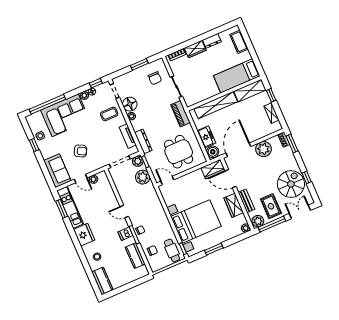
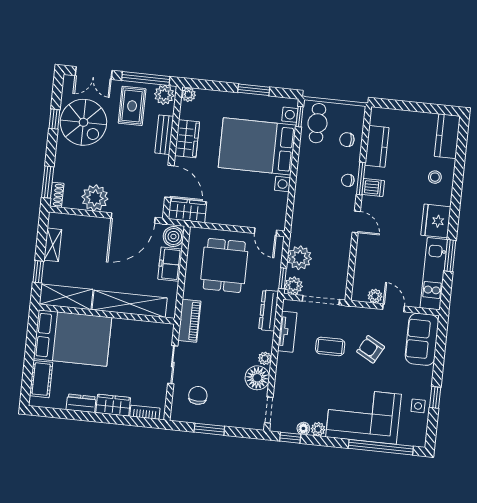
bed: (237, 76) -> (73, 338), width x1.50
coffee table: (109, 114) -> (330, 346), moved
spiral stairs: (291, 184) -> (83, 122), turned -90
window: (62, 209) -> (450, 256), moved

